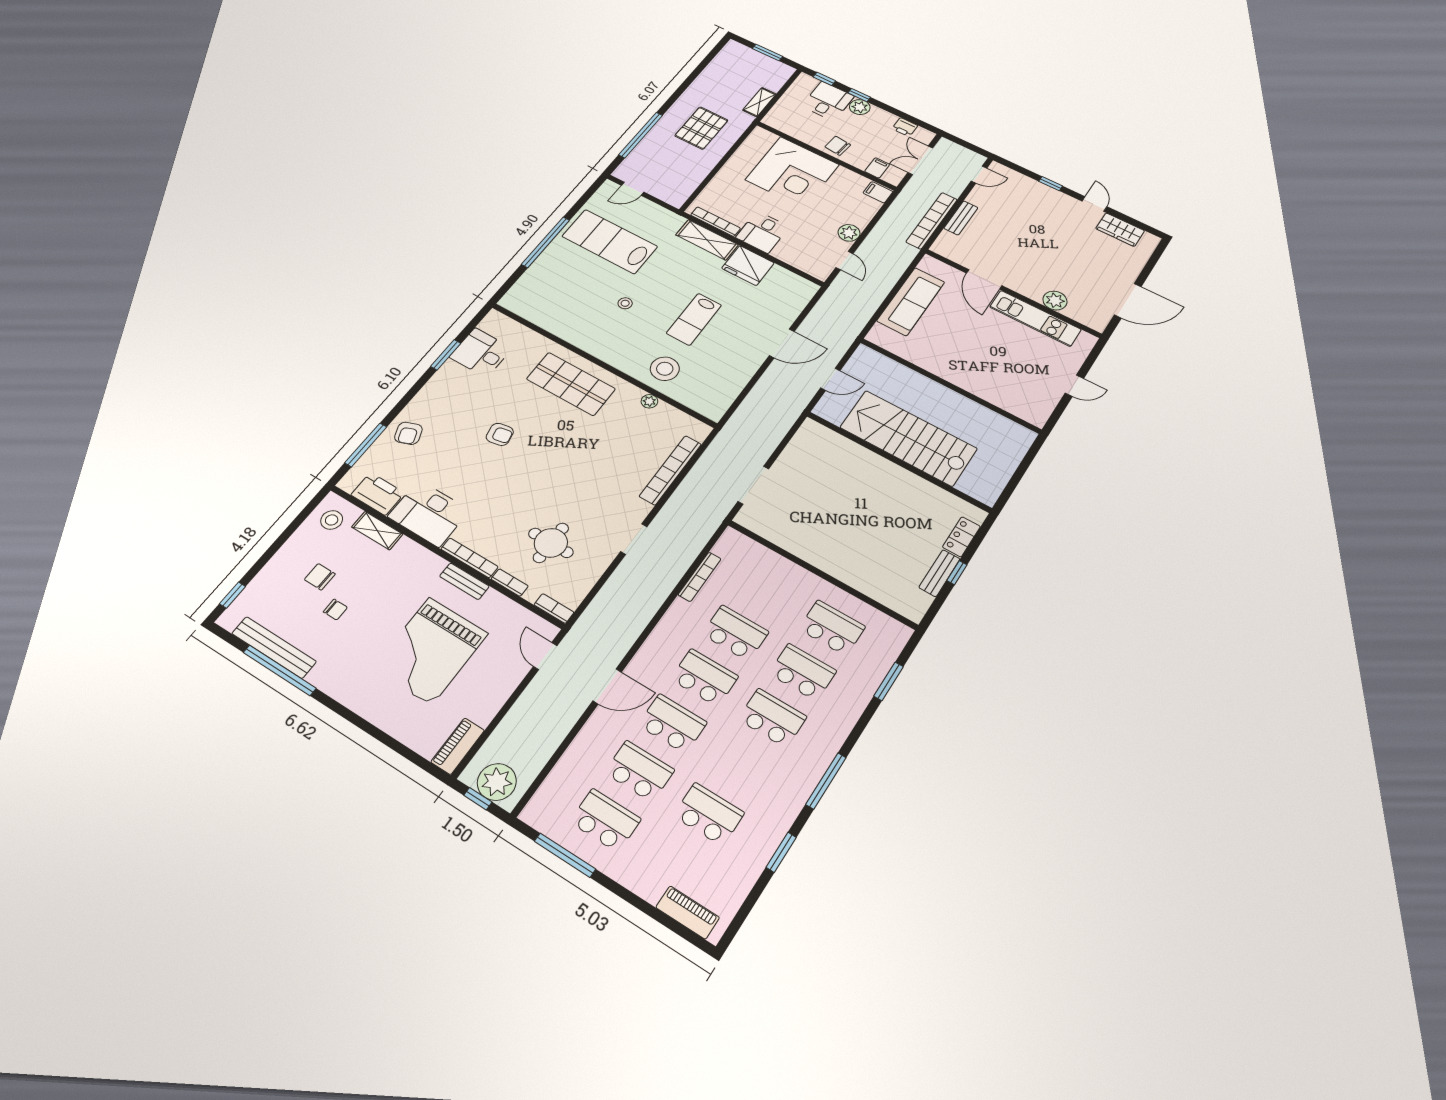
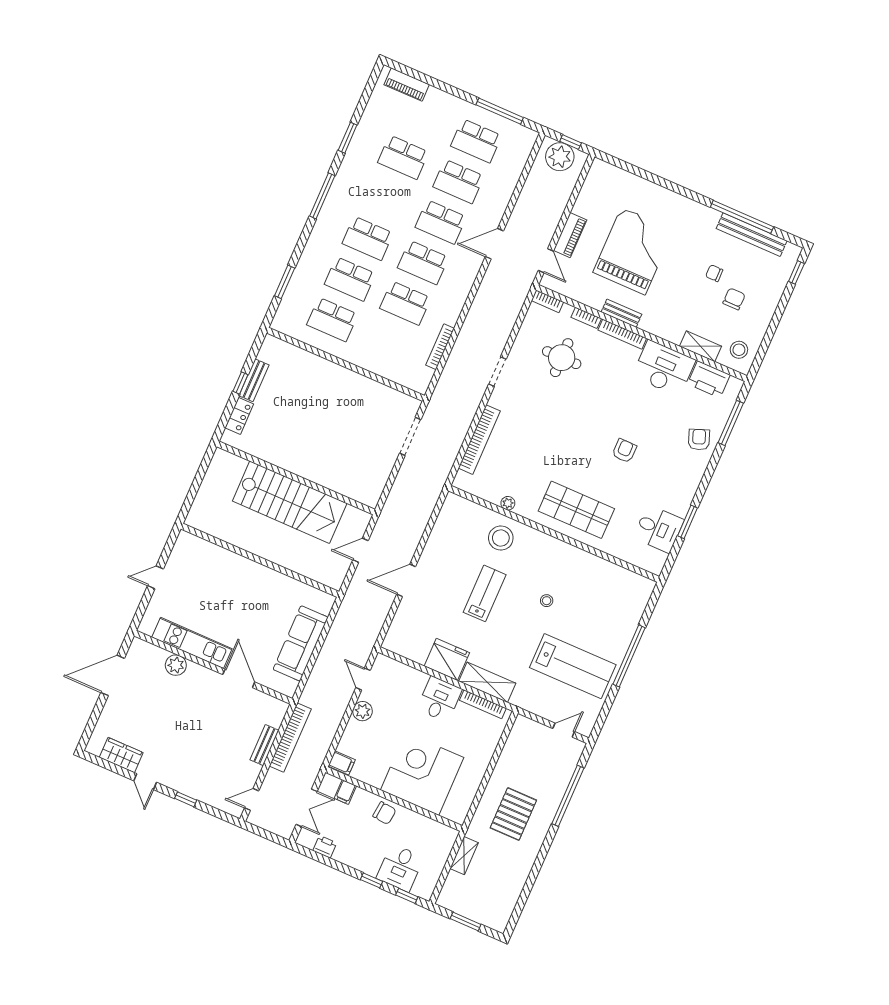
plant: (860, 107) -> (369, 865), removed
armchair: (500, 434) -> (624, 451), turned 101
chair: (320, 577) -> (734, 299), turned -90
piano: (458, 746) -> (570, 235), moved

